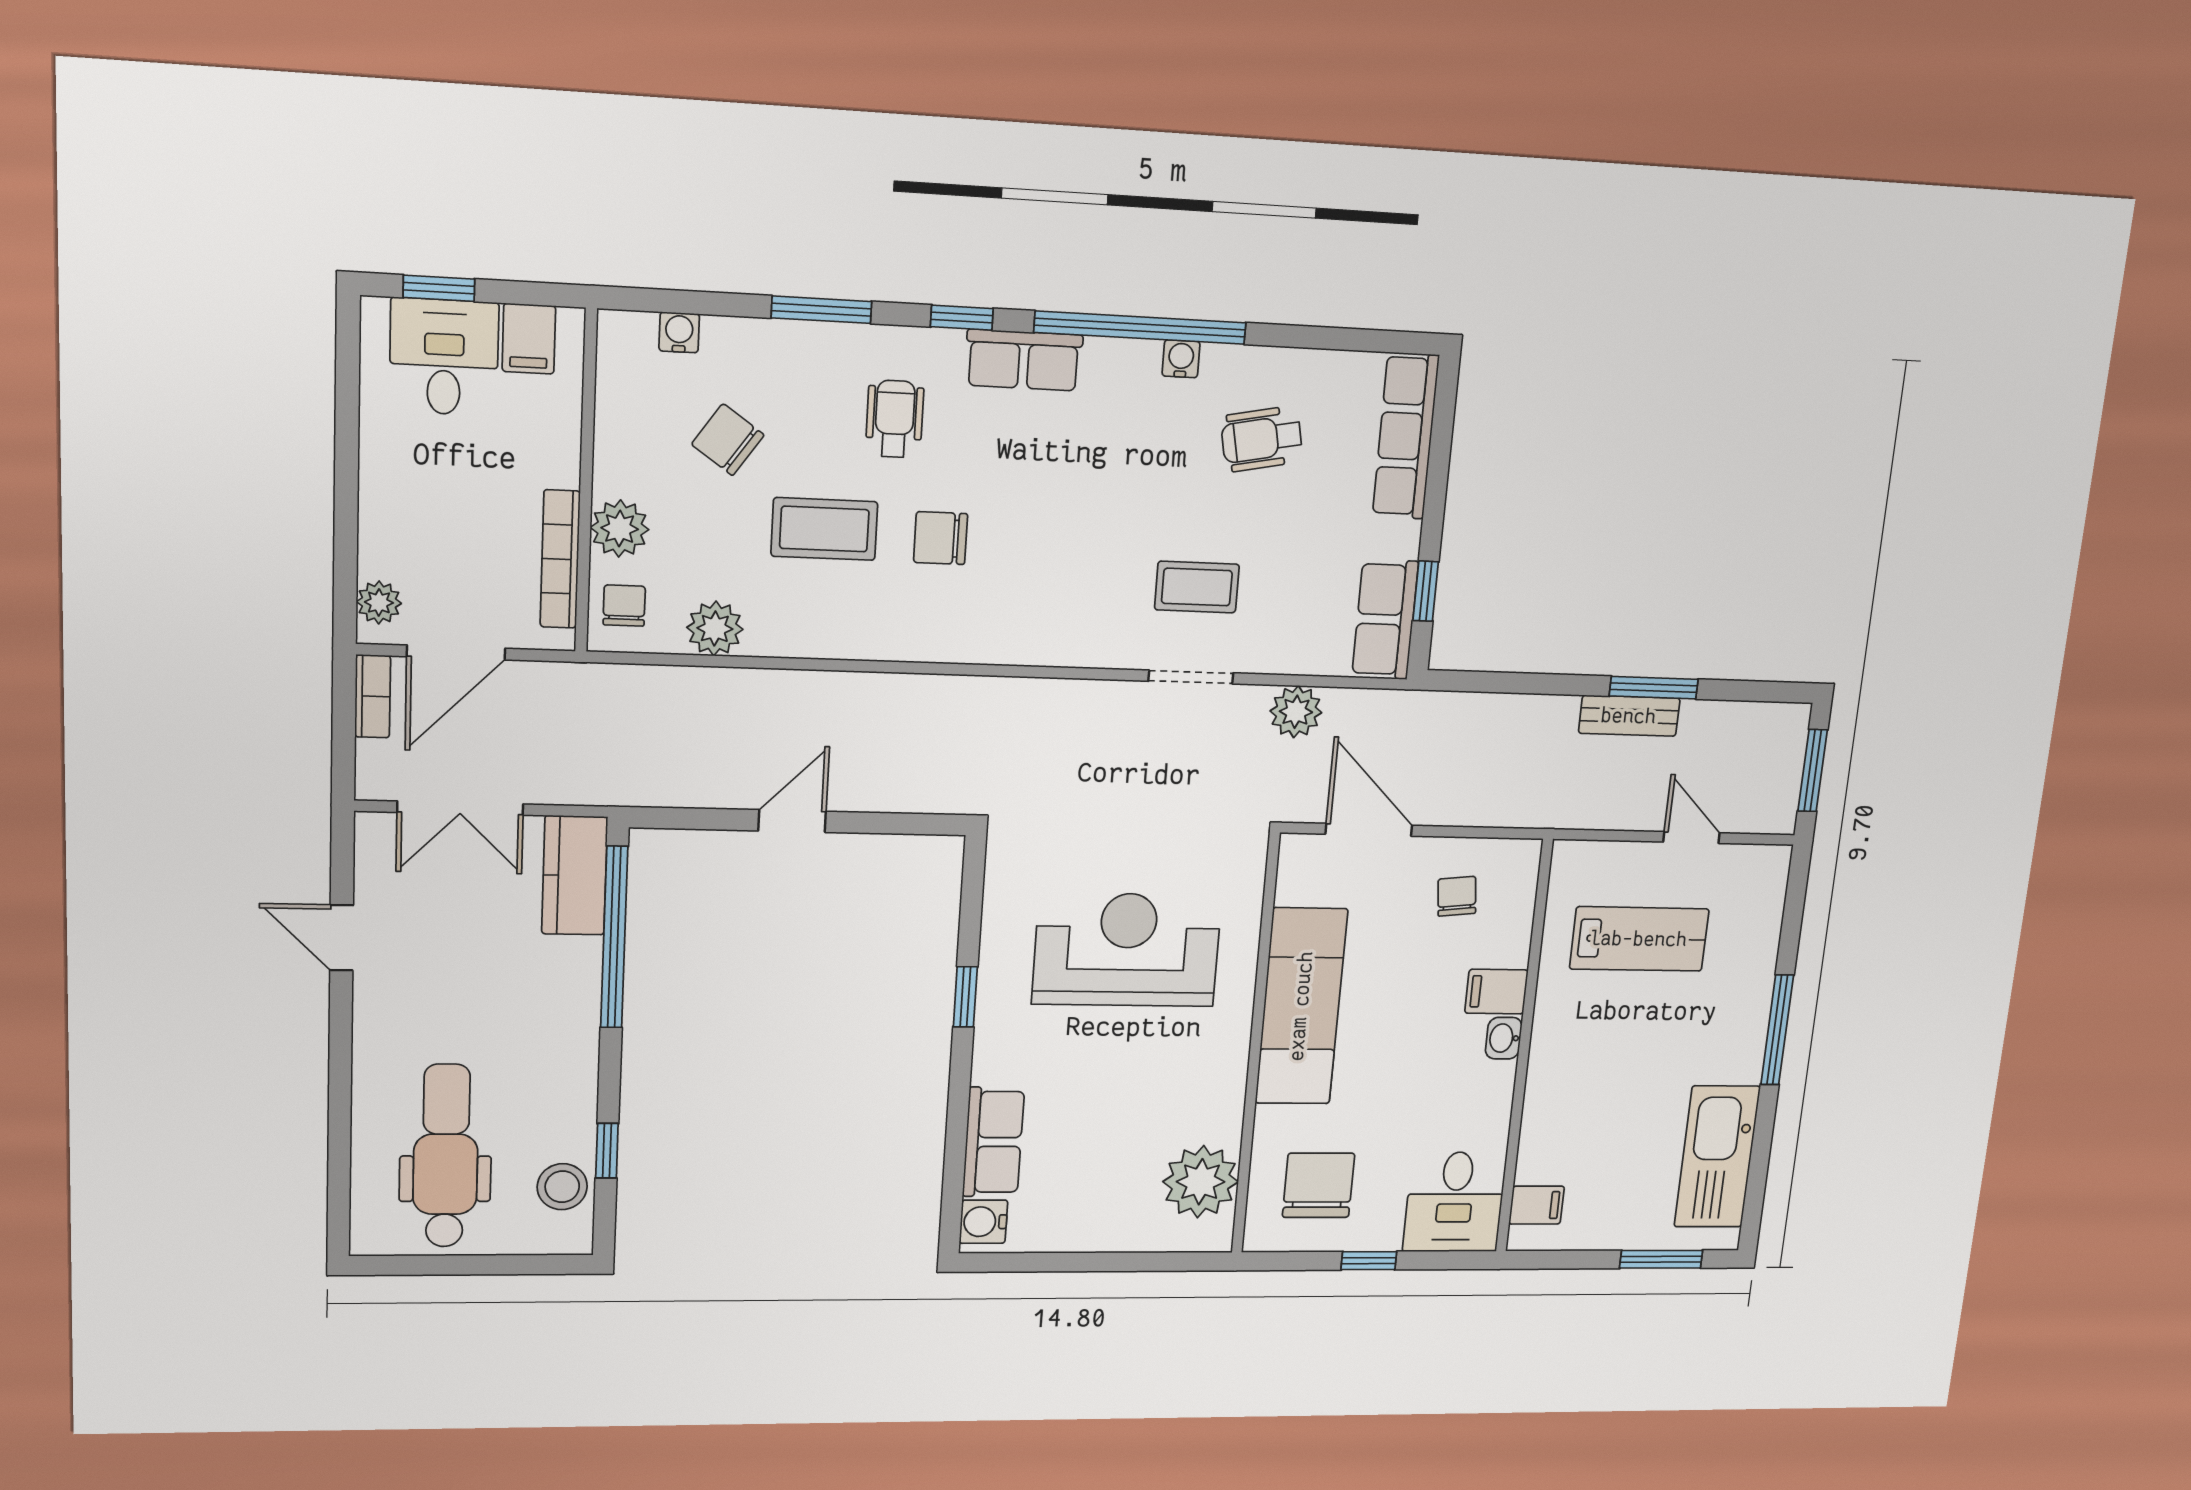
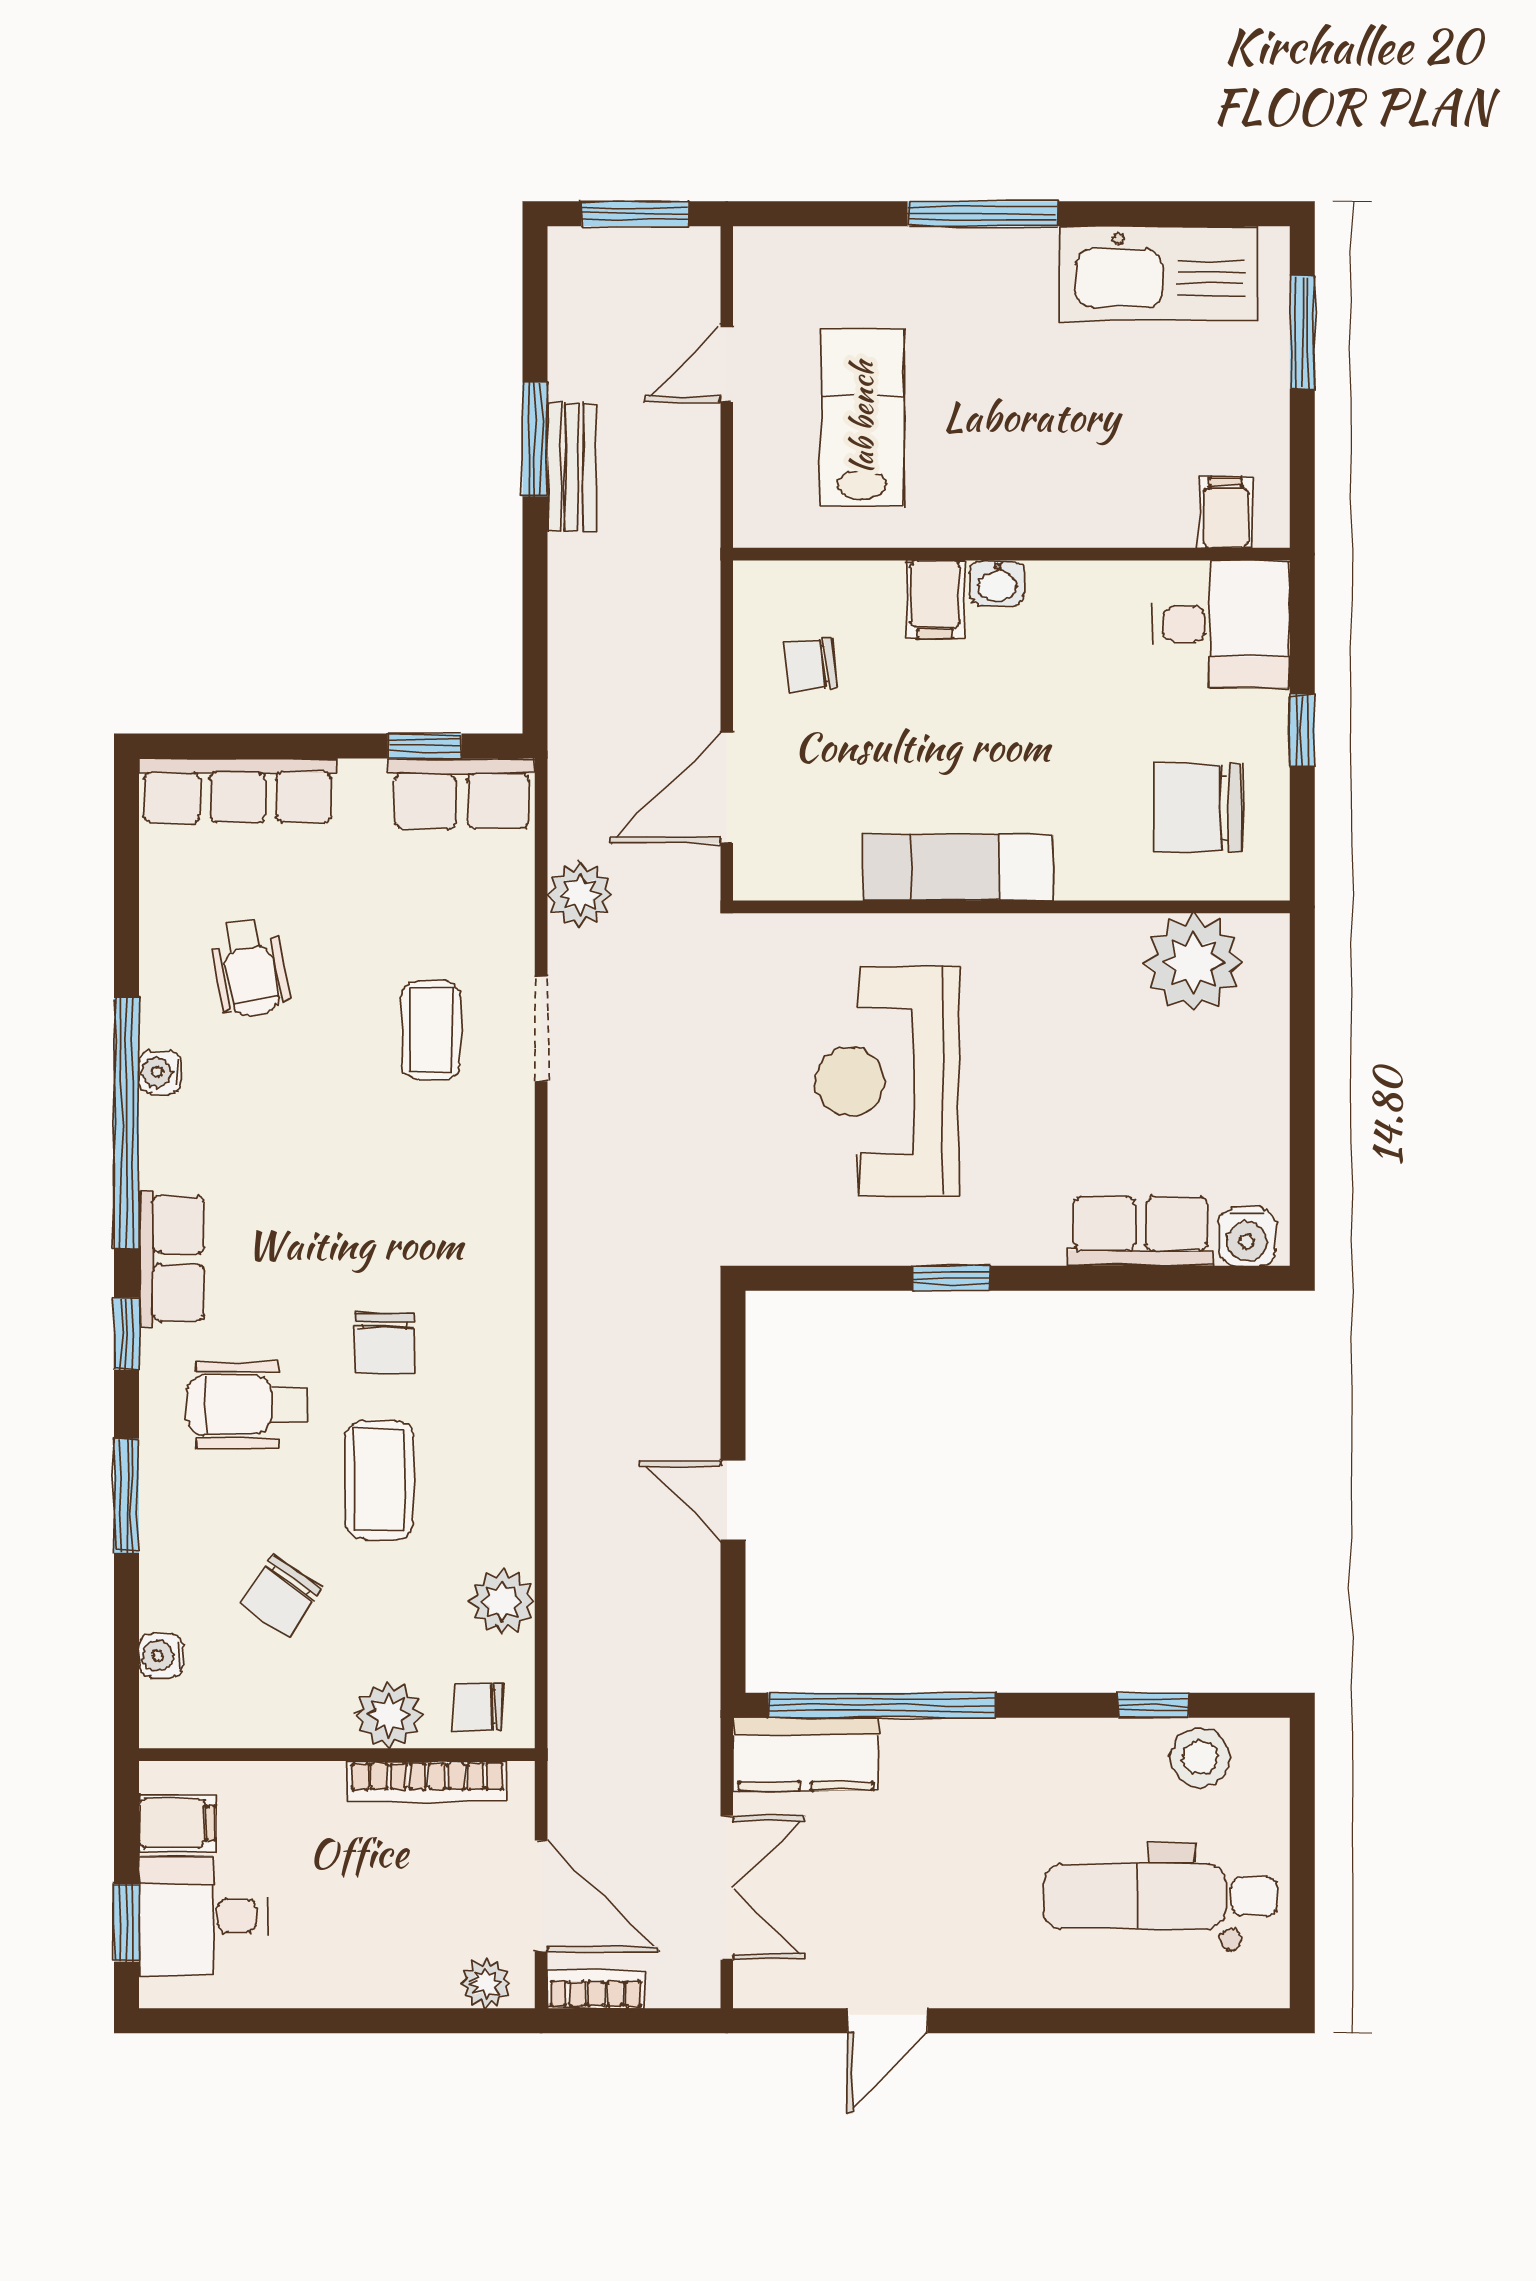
wheelchair: (895, 419) -> (247, 1405), width x1.36, depth x1.37
exam couch: (1301, 1006) -> (958, 868), width x0.73, depth x0.69

